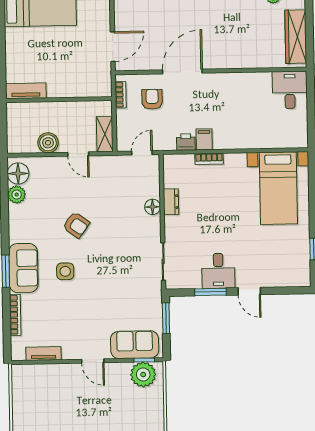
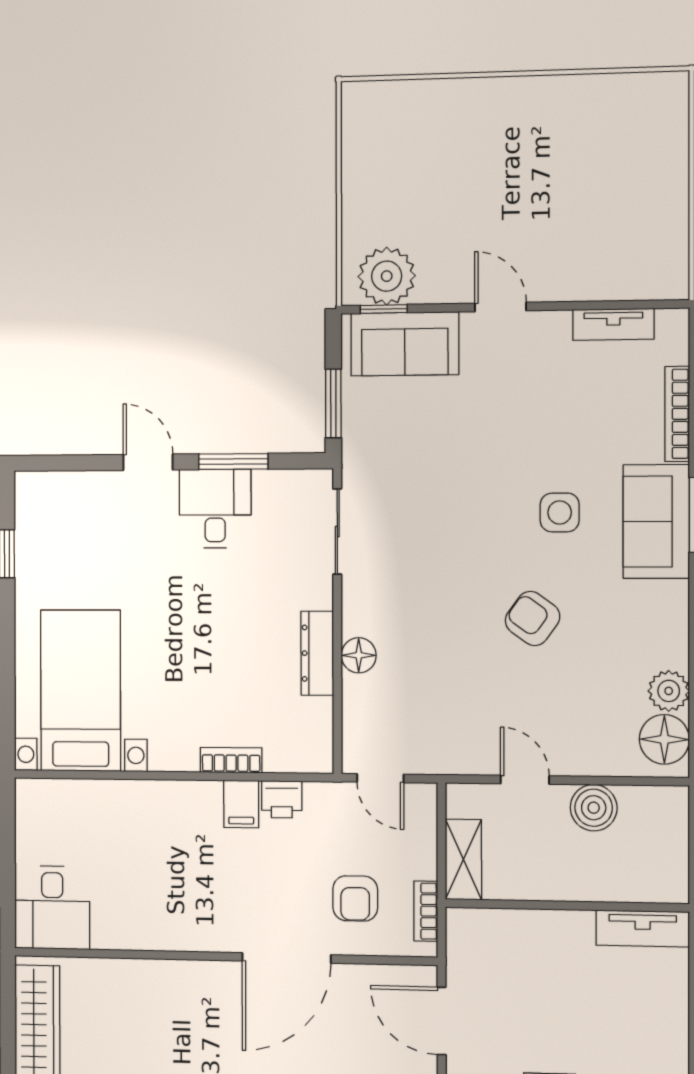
door: (113, 47) -> (442, 1021), hinge flipped
shelving: (105, 134) -> (463, 860), moved
door: (142, 153) -> (380, 778), hinge flipped
dresser: (171, 202) -> (317, 653), width x1.44

